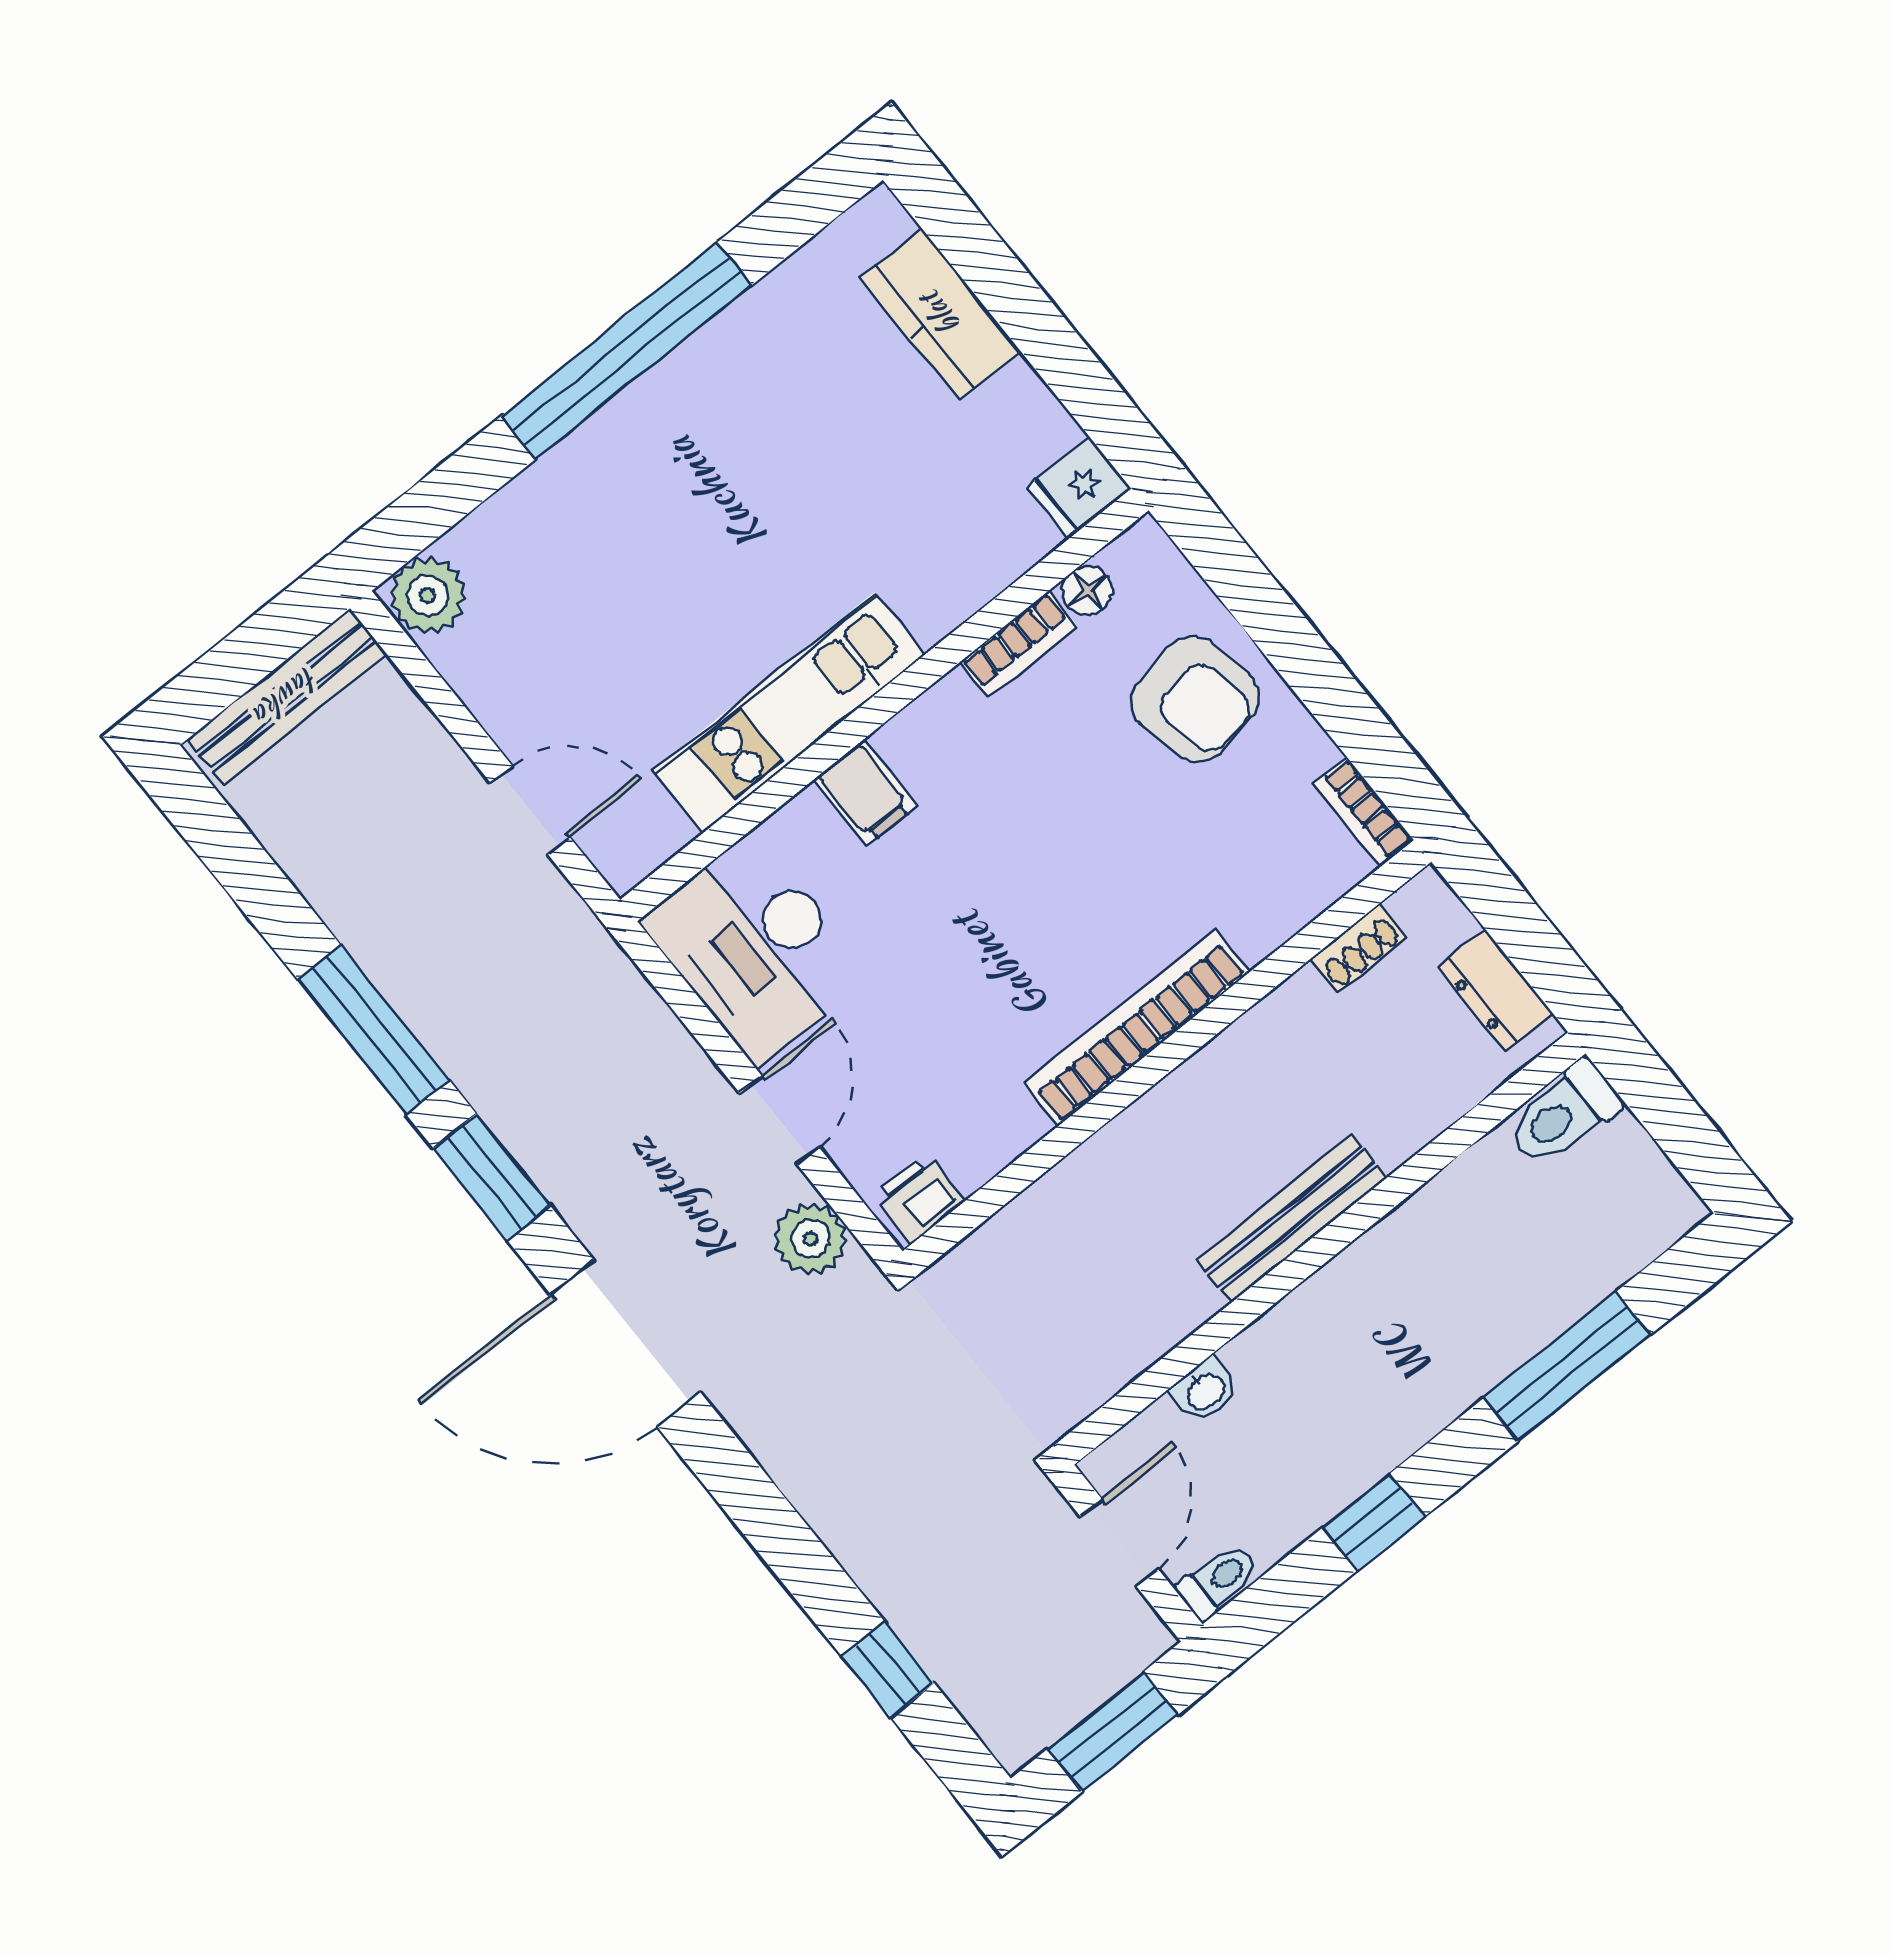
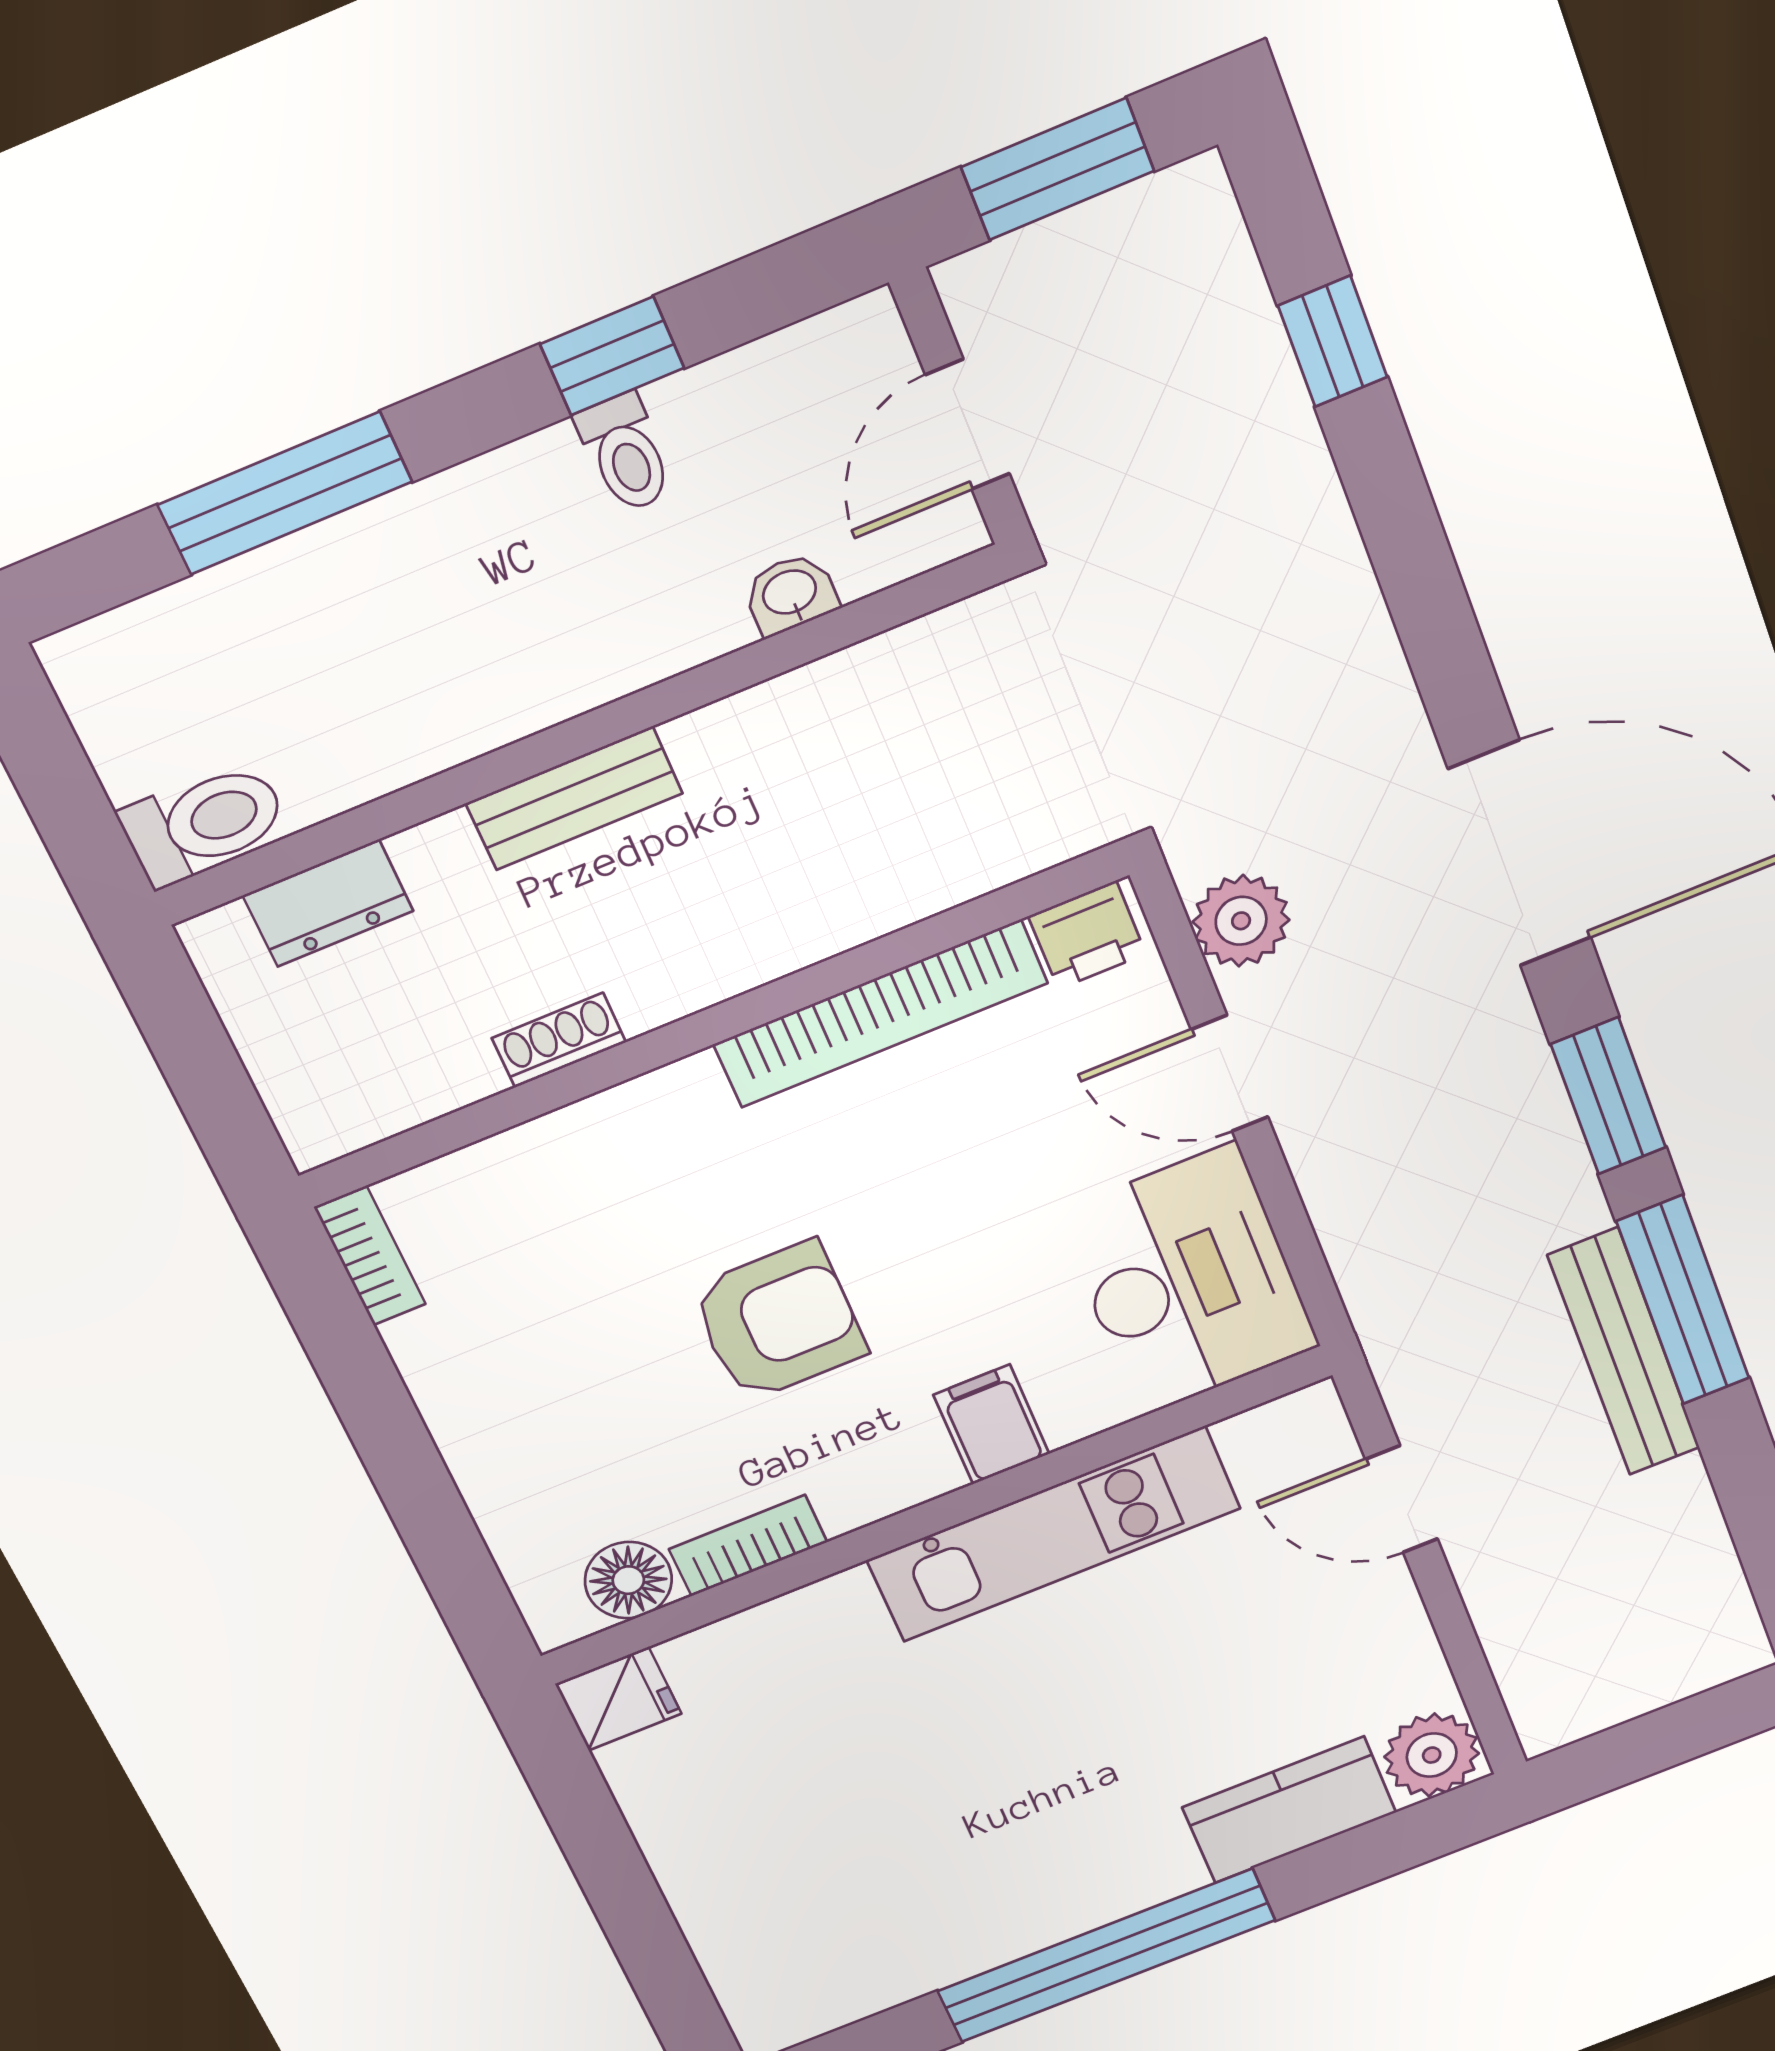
kitchen counter: (940, 314) -> (1289, 1810), moved, turned -90
floor lamp: (1087, 591) -> (628, 1580), width x1.37, depth x1.37
bench: (287, 696) -> (1624, 1352), moved, turned 90
armchair: (1195, 699) -> (779, 1321), moved, turned 101
shoe rack: (1358, 948) -> (559, 1040), moved
dresser: (1495, 990) -> (328, 903), moved, turned 90
bookcase: (1137, 1028) -> (880, 1014), moved
door: (779, 1120) -> (1230, 1073), hinge flipped
bench: (1291, 1219) -> (574, 798), width x0.73
toilet: (1218, 1580) -> (625, 453), moved, turned -90

